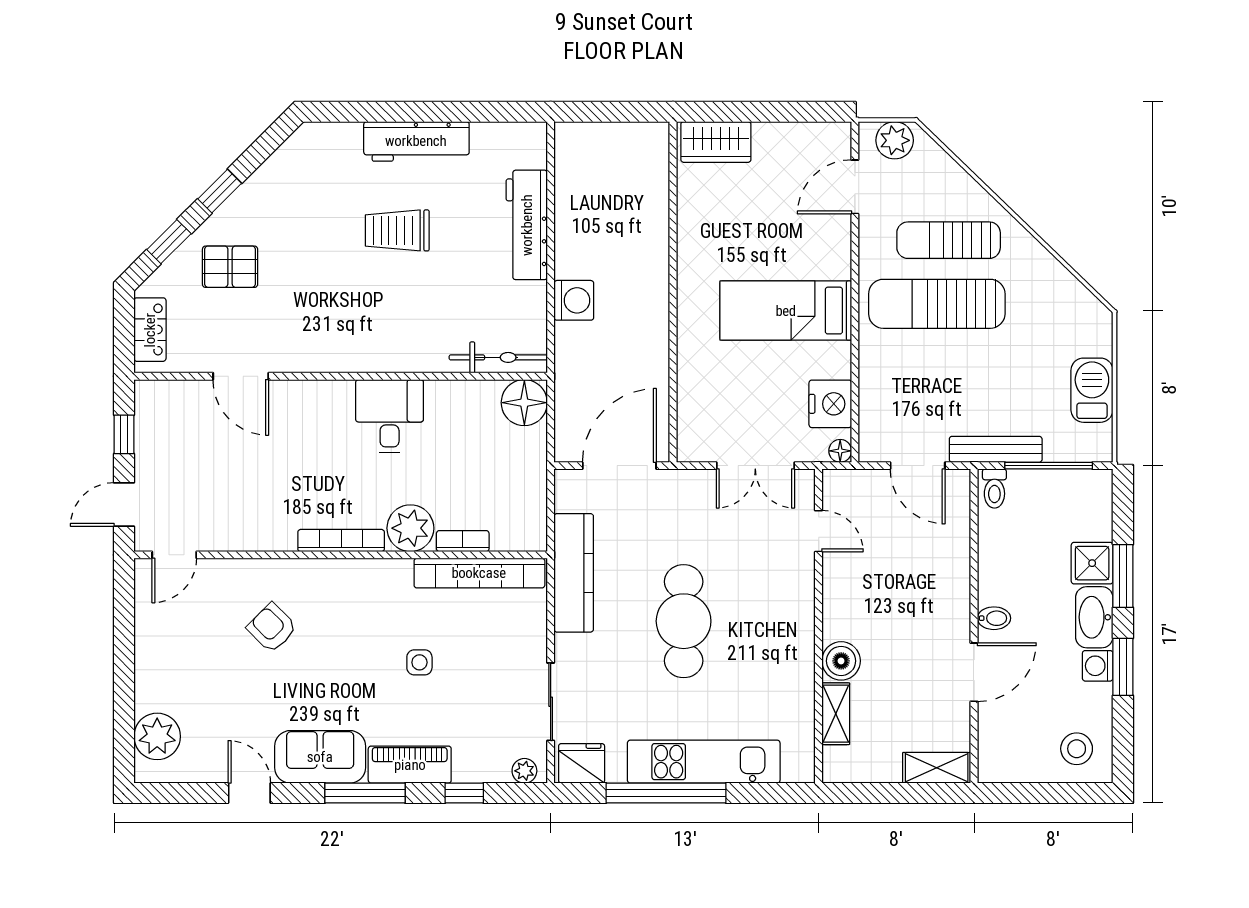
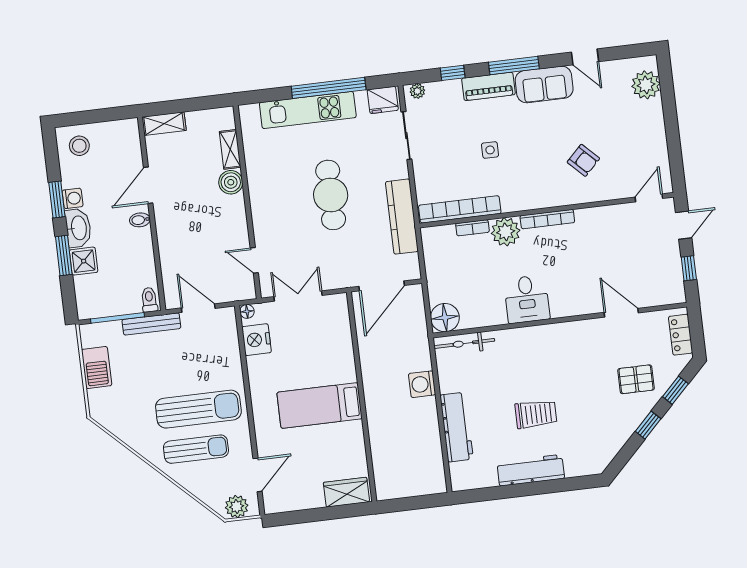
bed: (786, 311) -> (320, 406), moved, turned 180

